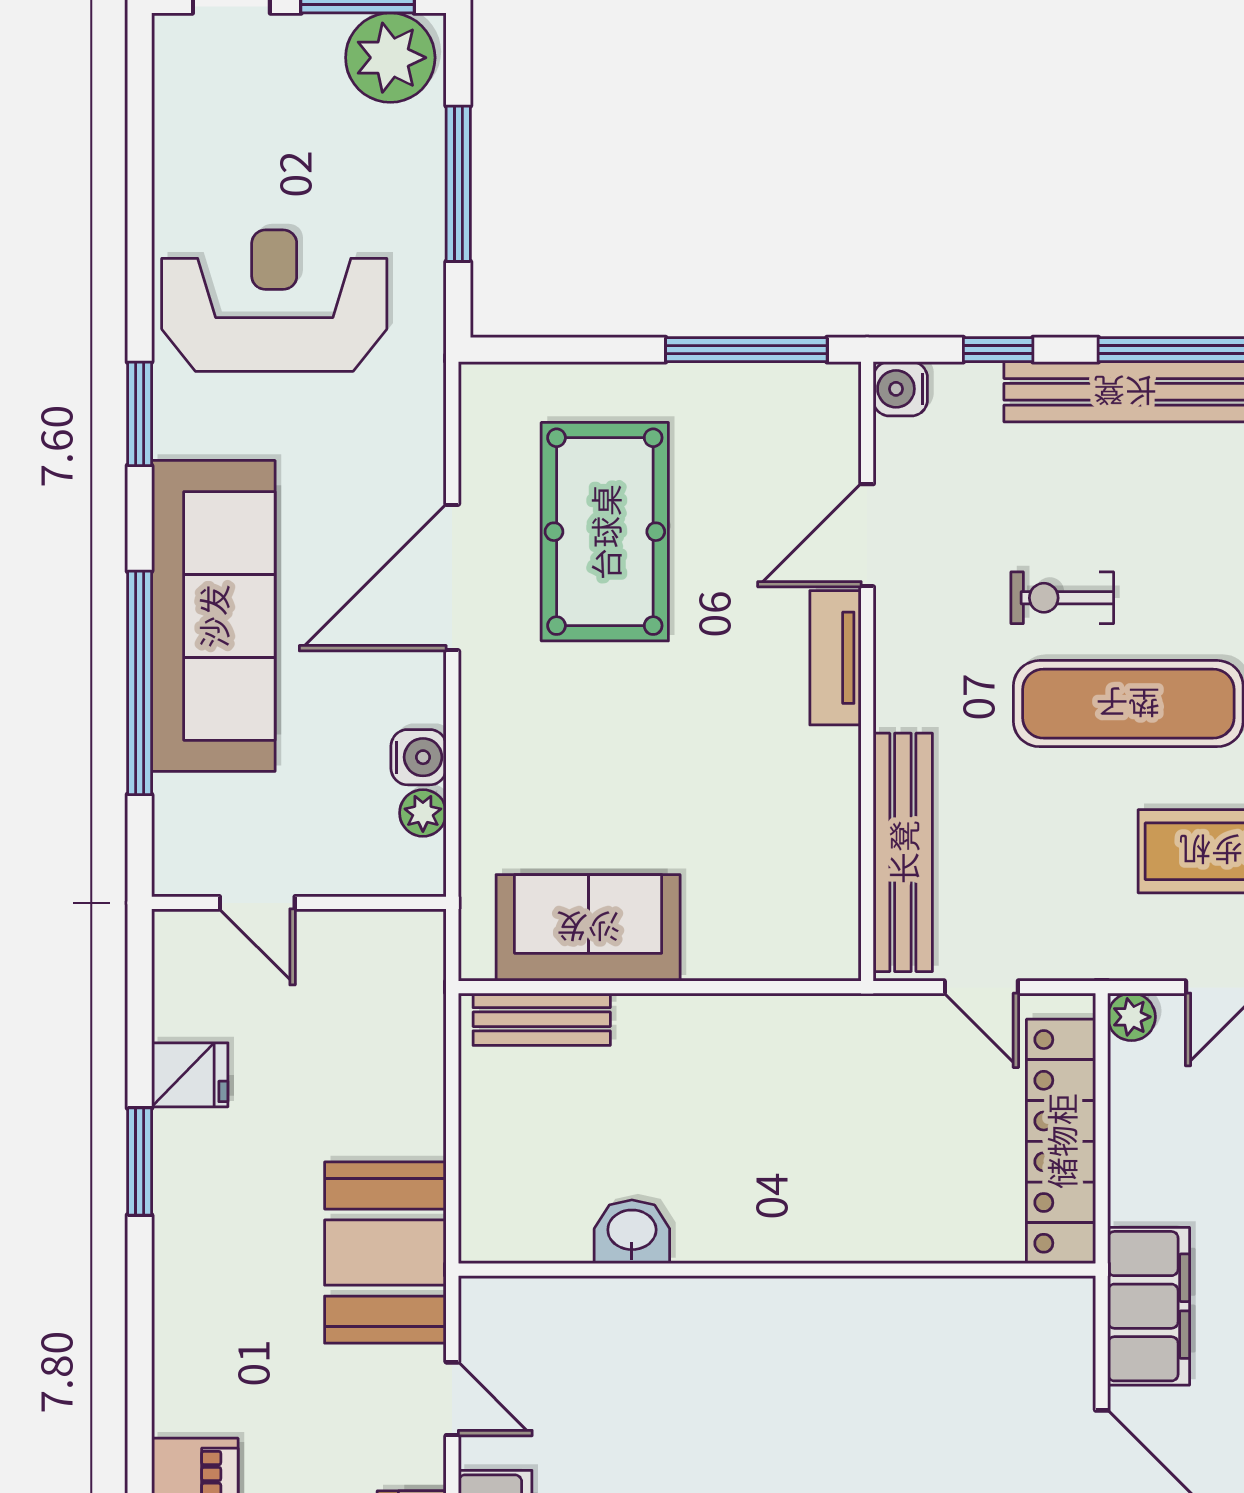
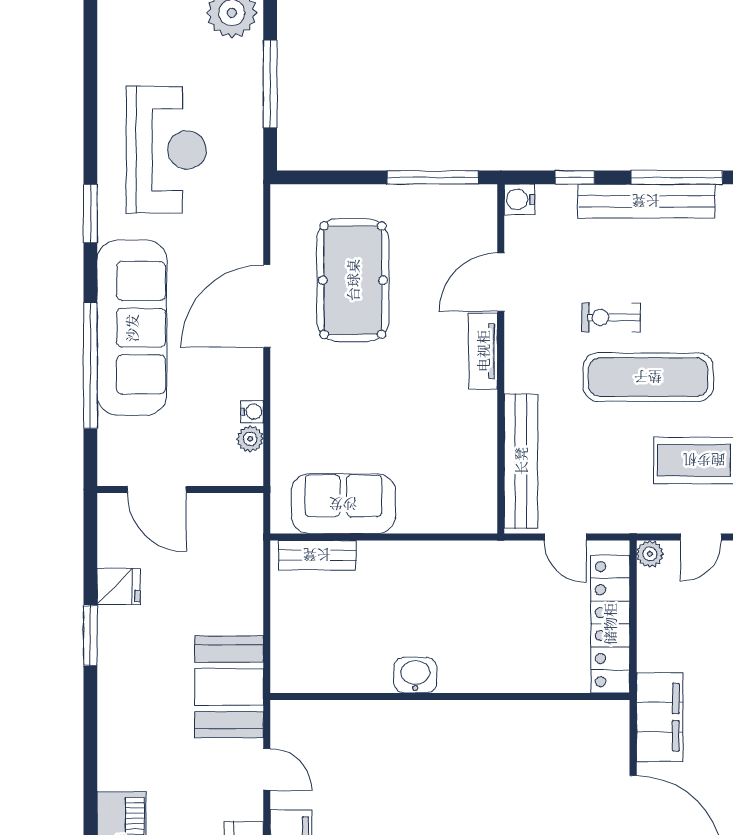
reception desk: (274, 301) -> (166, 150), turned 90
water cooler: (419, 757) -> (252, 412), width x0.72, depth x0.72
door: (257, 903) -> (157, 490), width x1.38
washbasin: (632, 1232) -> (415, 675), moved

